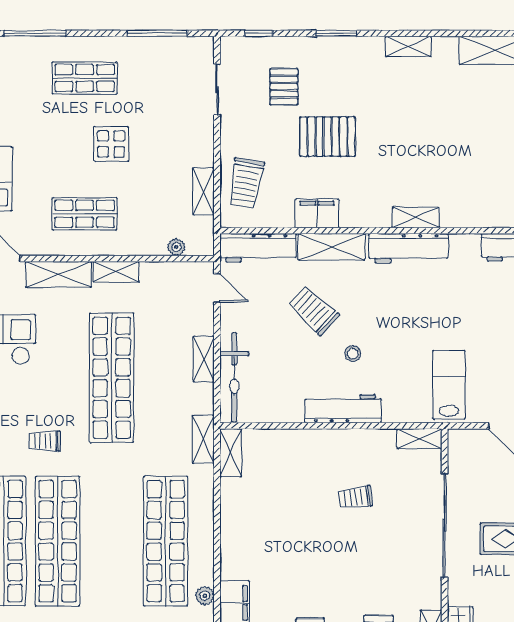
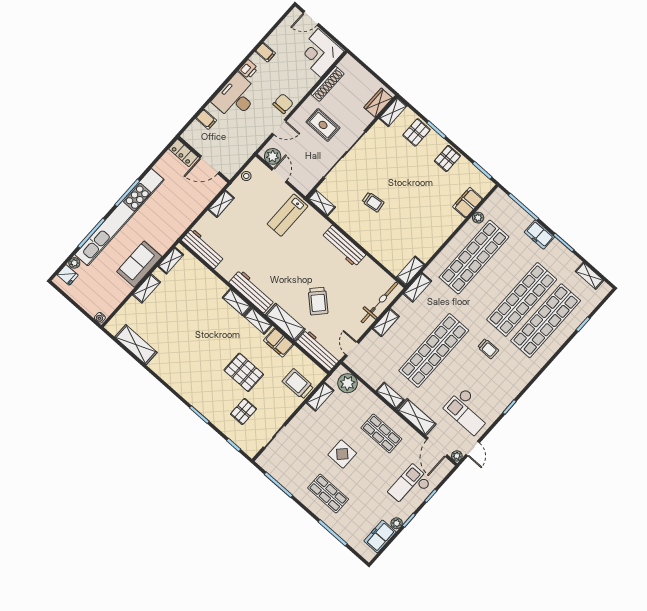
shelving: (408, 46) -> (258, 321), moved
trolley: (246, 183) -> (298, 384), turned -100
plant: (176, 247) -> (348, 383), width x1.88, depth x1.88
stool: (353, 354) -> (318, 267), removed

